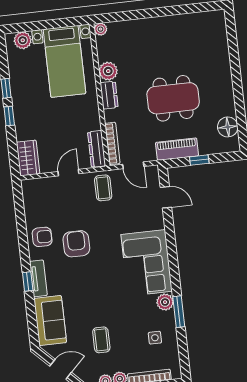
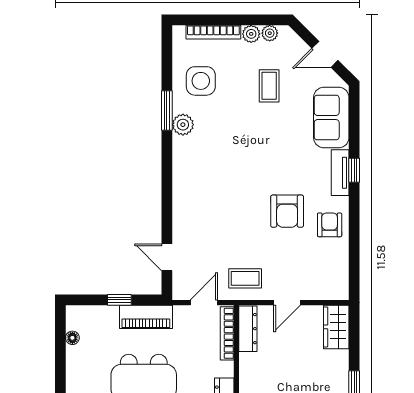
floor lamp: (228, 127) -> (72, 338), width x0.53, depth x0.53
door: (133, 165) -> (204, 303), hinge flipped
coffee table: (103, 188) -> (245, 278), turned 90
armchair: (42, 237) -> (330, 225), turned 90
corner sofa: (147, 263) -> (201, 177), removed
side table: (155, 338) -> (201, 81), width x1.87, depth x1.87

